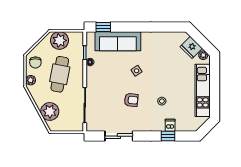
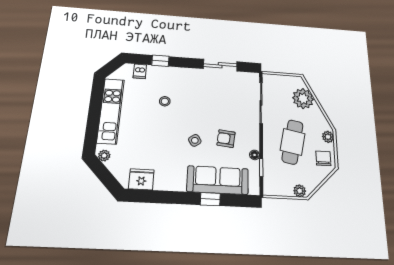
window: (103, 27) -> (210, 199), moved
plant: (59, 40) -> (300, 191), width x0.53, depth x0.53
fridge: (191, 47) -> (141, 179), moved, turned -45
armchair: (131, 100) -> (226, 139), moved
dishwasher: (170, 125) -> (140, 71), moved

